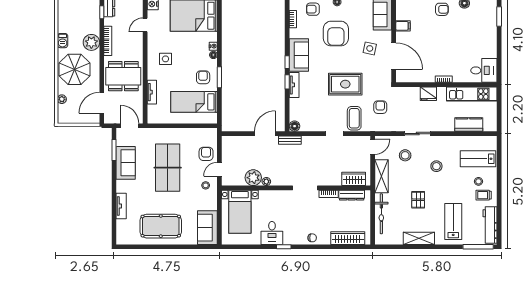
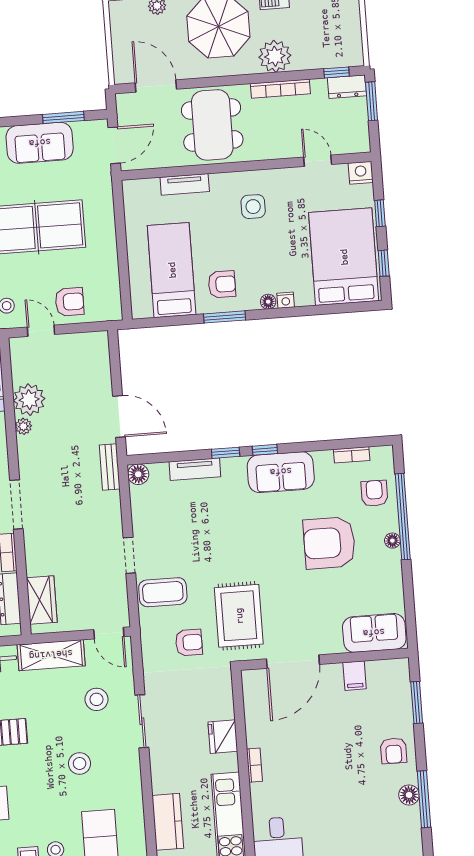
side table: (370, 48) -> (305, 613), removed
rug: (345, 84) -> (239, 616), moved
tv unit: (294, 85) -> (195, 469), moved

